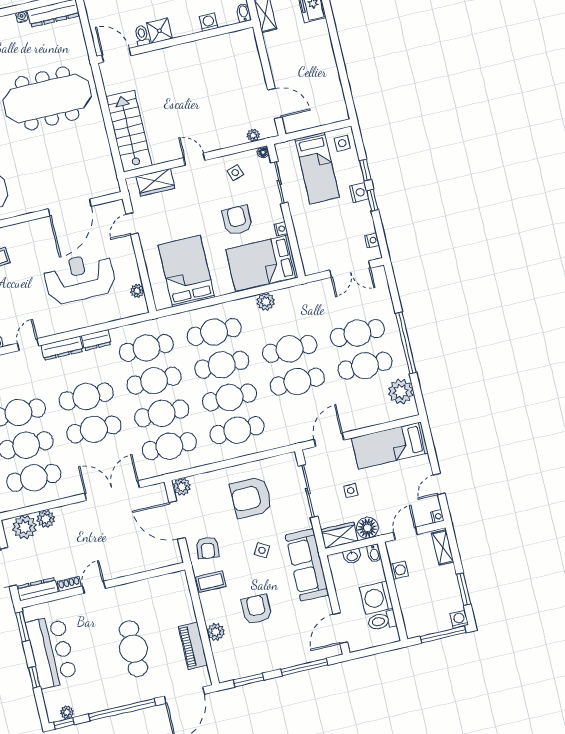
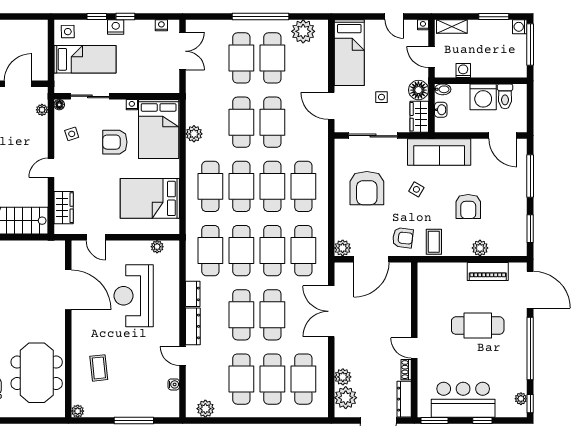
armchair: (257, 609) -> (468, 207), turned -90

